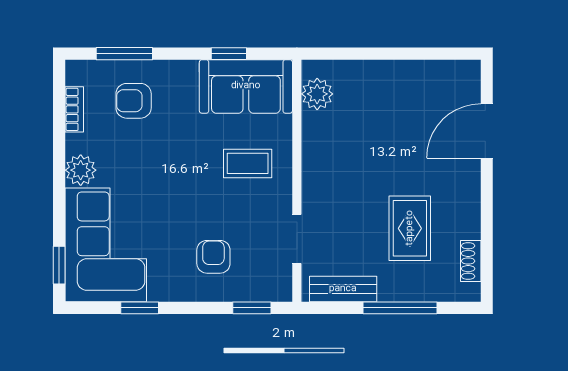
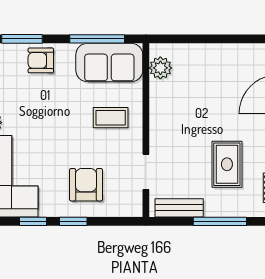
window: (229, 54) -> (97, 39), width x2.17
armchair: (134, 101) -> (41, 60), moved
armchair: (213, 257) -> (86, 185), width x1.38, depth x1.38
window: (252, 308) -> (73, 221), moved

